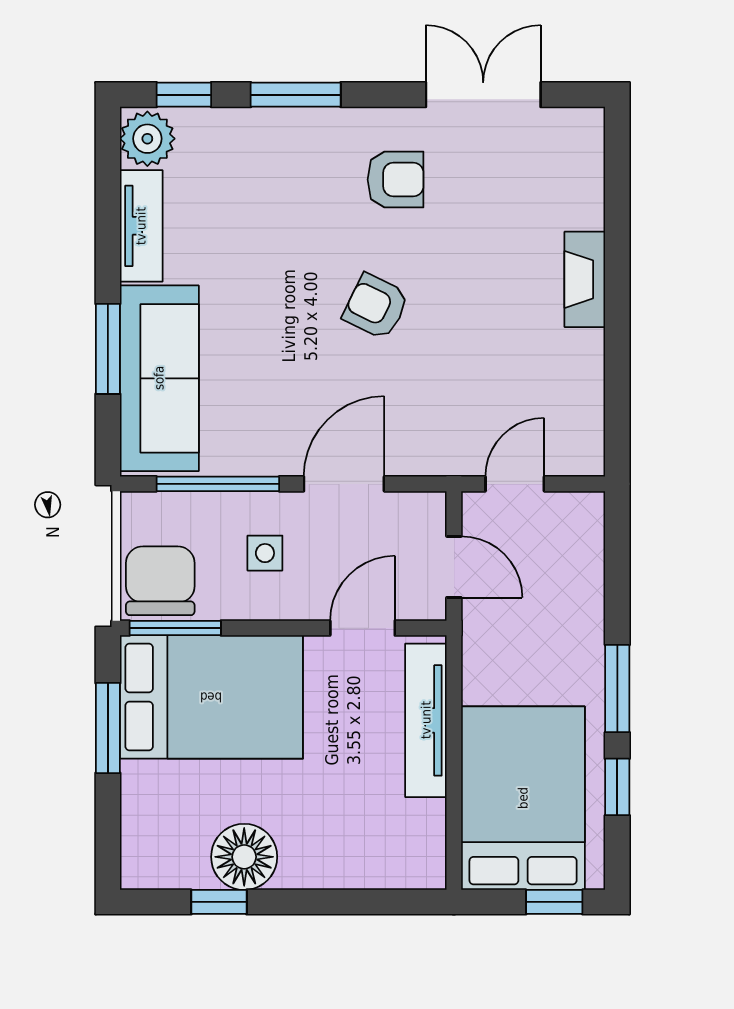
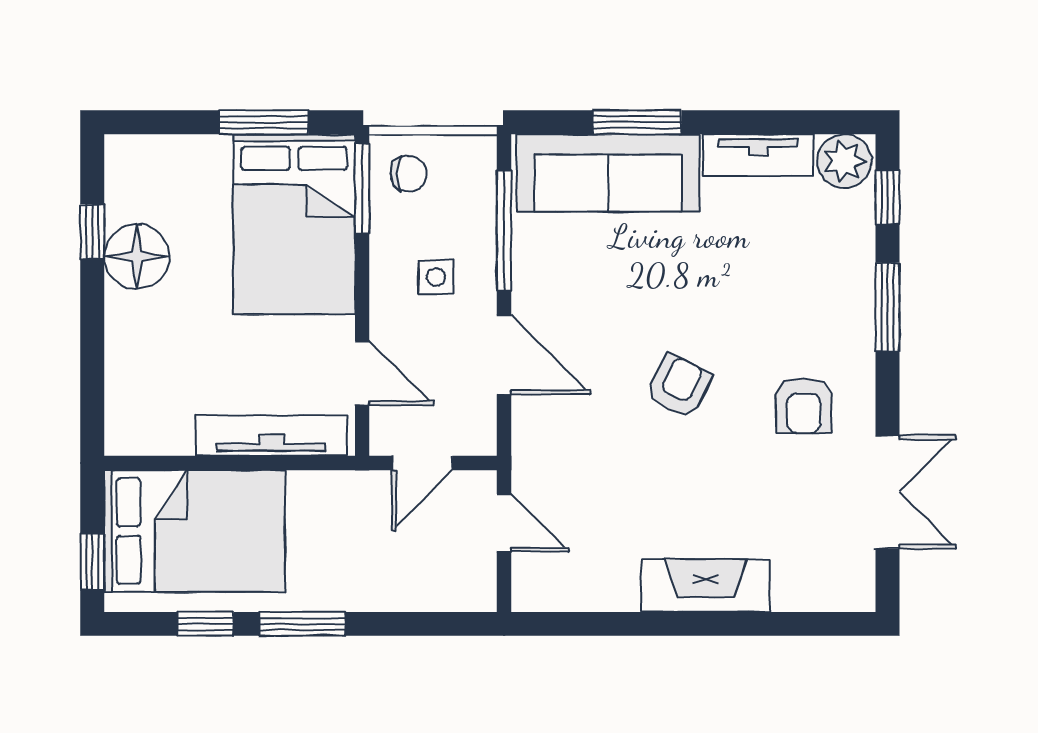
fireplace: (585, 279) -> (705, 586), width x1.37, depth x1.32
chair: (160, 581) -> (409, 174), width x0.54, depth x0.54

